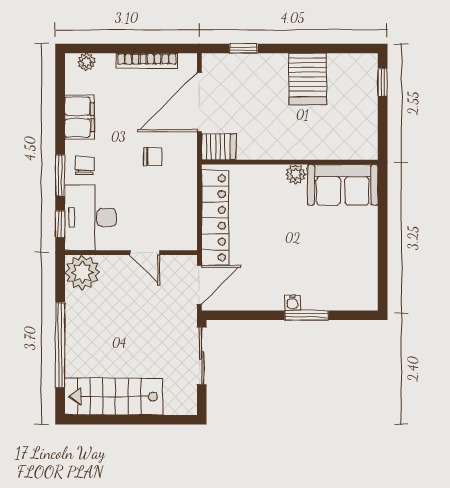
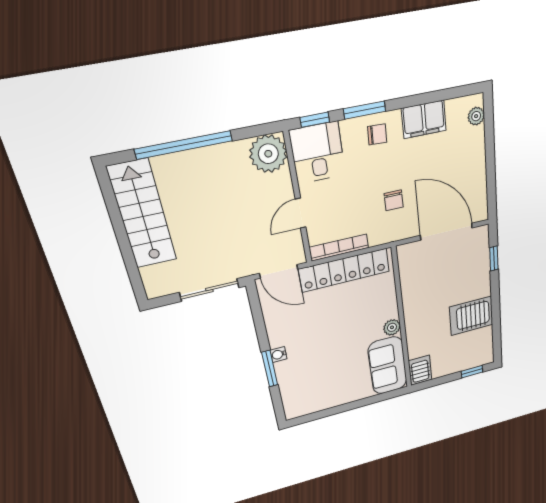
bookcase: (147, 61) -> (339, 248), moved, turned 90
server rack: (219, 147) -> (420, 370), moved, turned 180
desk: (91, 217) -> (317, 153), width x0.73

